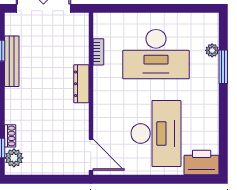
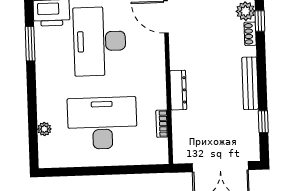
bench: (12, 61) -> (250, 83), moved
window: (223, 67) -> (30, 44), moved

